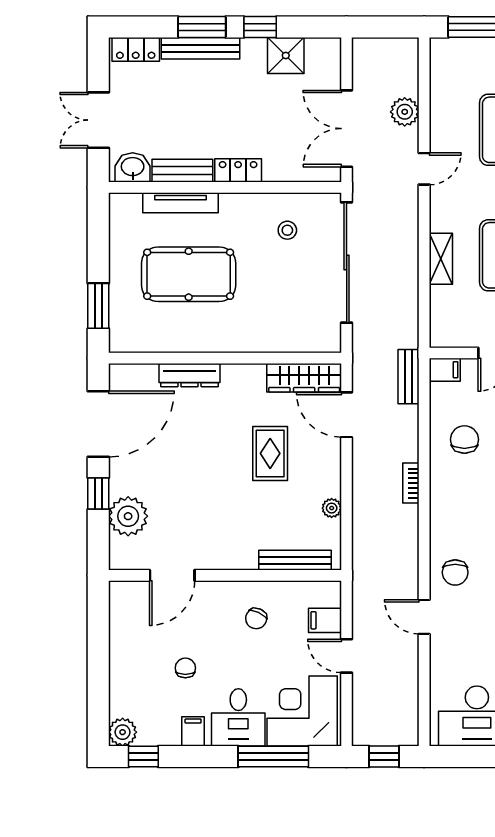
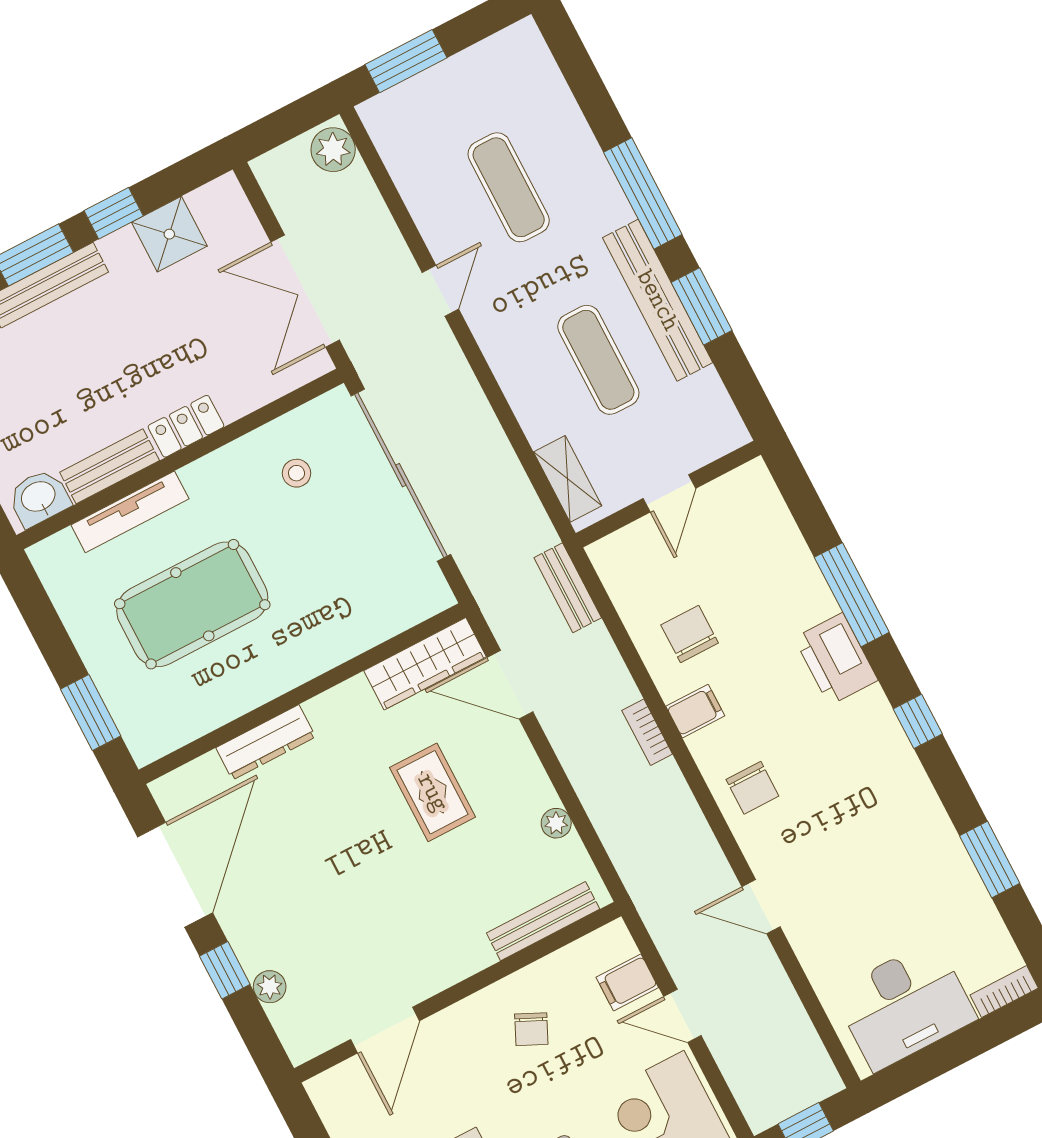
plant: (405, 112) -> (333, 150), moved
shelving: (441, 259) -> (568, 479), moved
filing cabinet: (445, 370) -> (695, 711), moved
plant: (128, 516) -> (270, 987), width x0.53, depth x0.53
chair: (455, 572) -> (752, 788), moved

